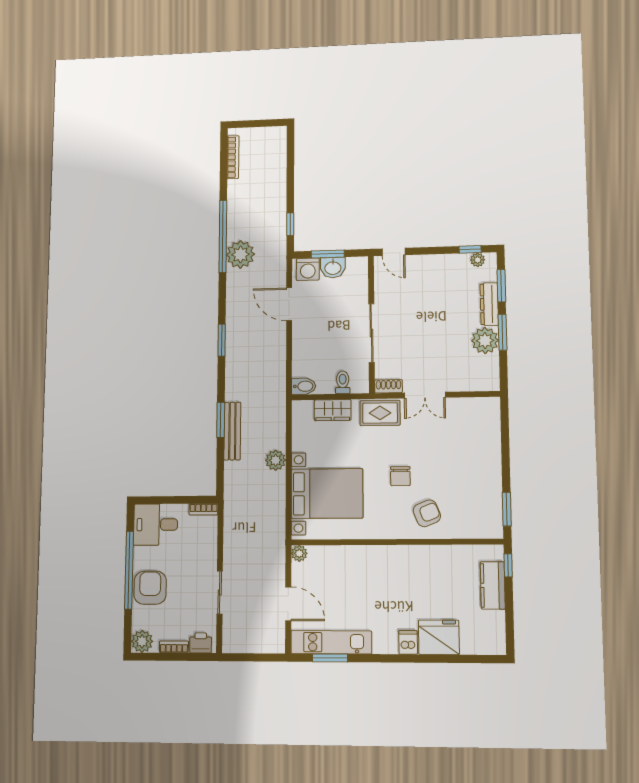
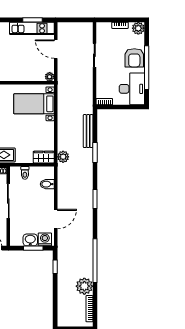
plant: (240, 254) -> (84, 286), moved
door: (289, 304) -> (56, 219), hinge flipped
bidet: (304, 386) -> (47, 184), moved
wardrobe: (333, 410) -> (44, 157), moved
bench: (232, 431) -> (88, 131), moved
plant: (276, 460) -> (63, 157), moved
bed with nightstands: (327, 494) -> (34, 104), width x0.73
desk: (156, 525) -> (132, 89), width x1.37
printer: (201, 643) -> (105, 28), removed

